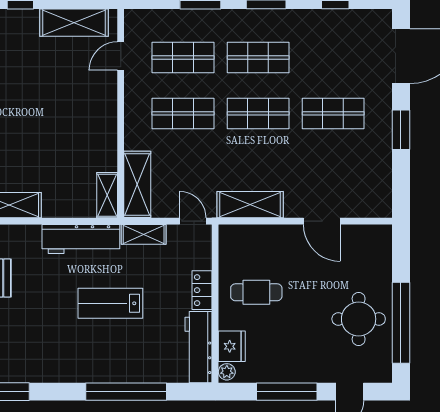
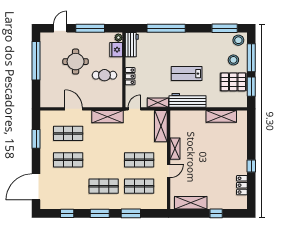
door: (121, 56) -> (169, 171), moved
shop shelf: (258, 113) -> (68, 133), moved
window: (401, 130) -> (36, 139), moved
shelving: (107, 195) -> (175, 149), moved
door: (193, 221) -> (134, 109), swing flipped
lab bench: (110, 303) -> (187, 74), moved, turned 180
round table: (359, 319) -> (76, 62), moved
workbench: (198, 347) -> (132, 45), width x0.73

